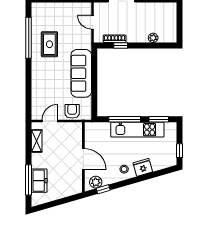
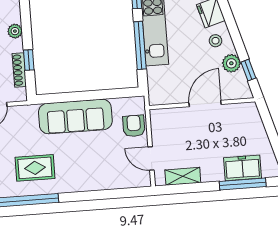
plant: (153, 38) -> (15, 31), moved
armchair: (72, 111) -> (134, 126), turned 90
plant: (96, 182) -> (231, 63), moved

